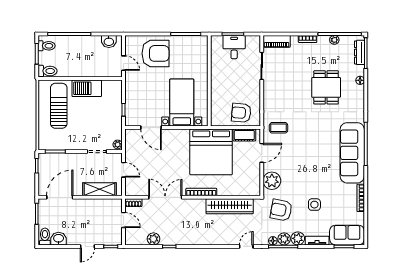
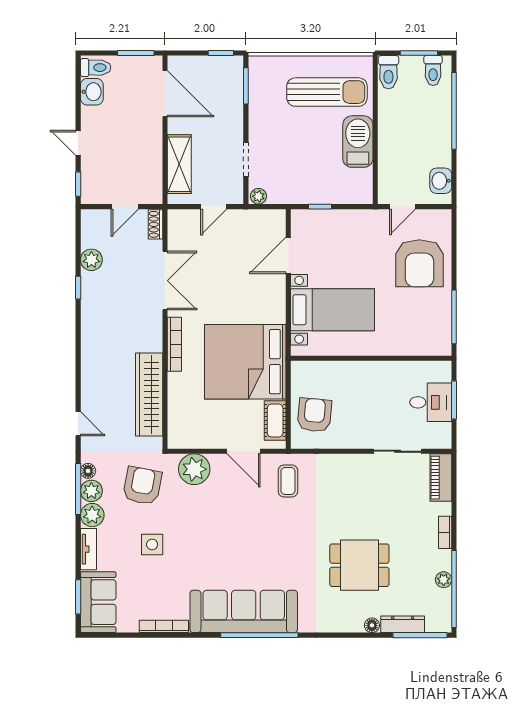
dresser: (359, 52) -> (403, 624), moved

